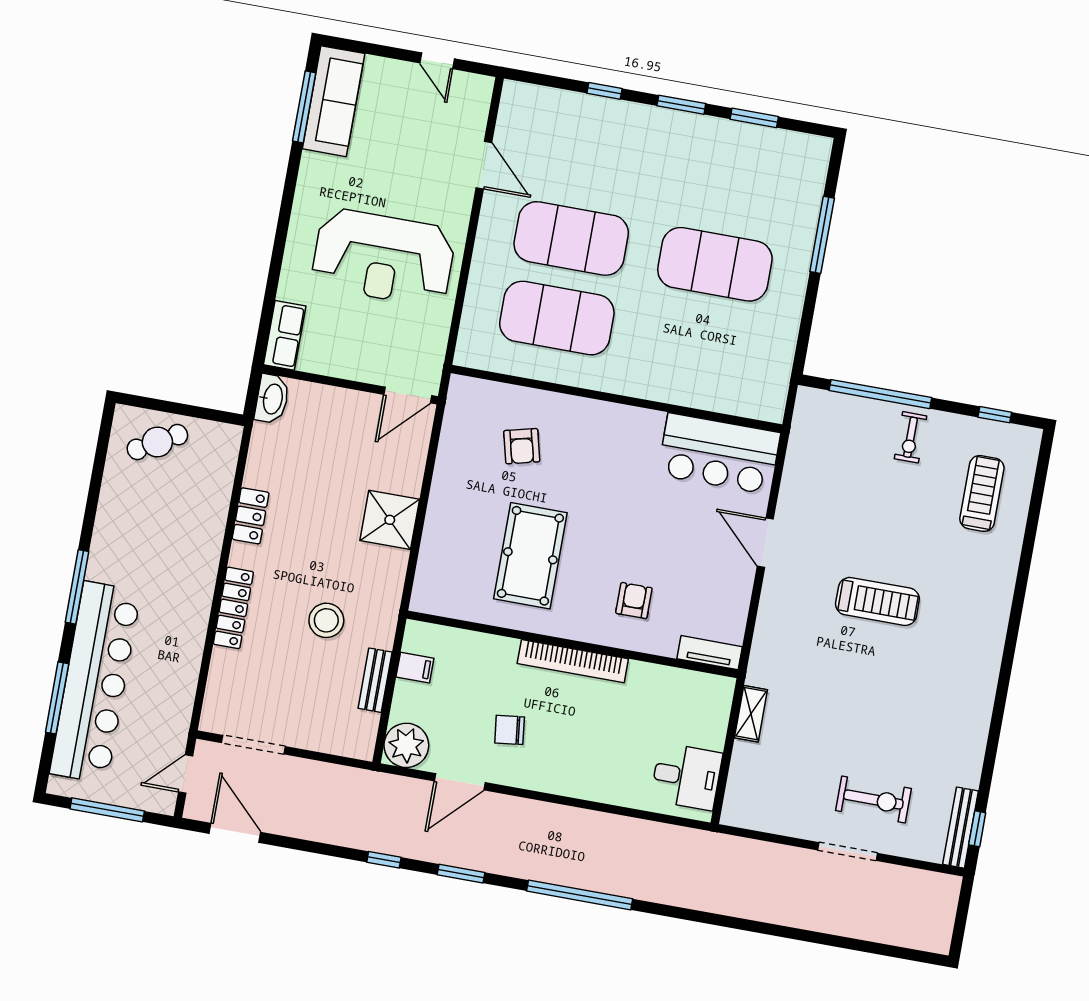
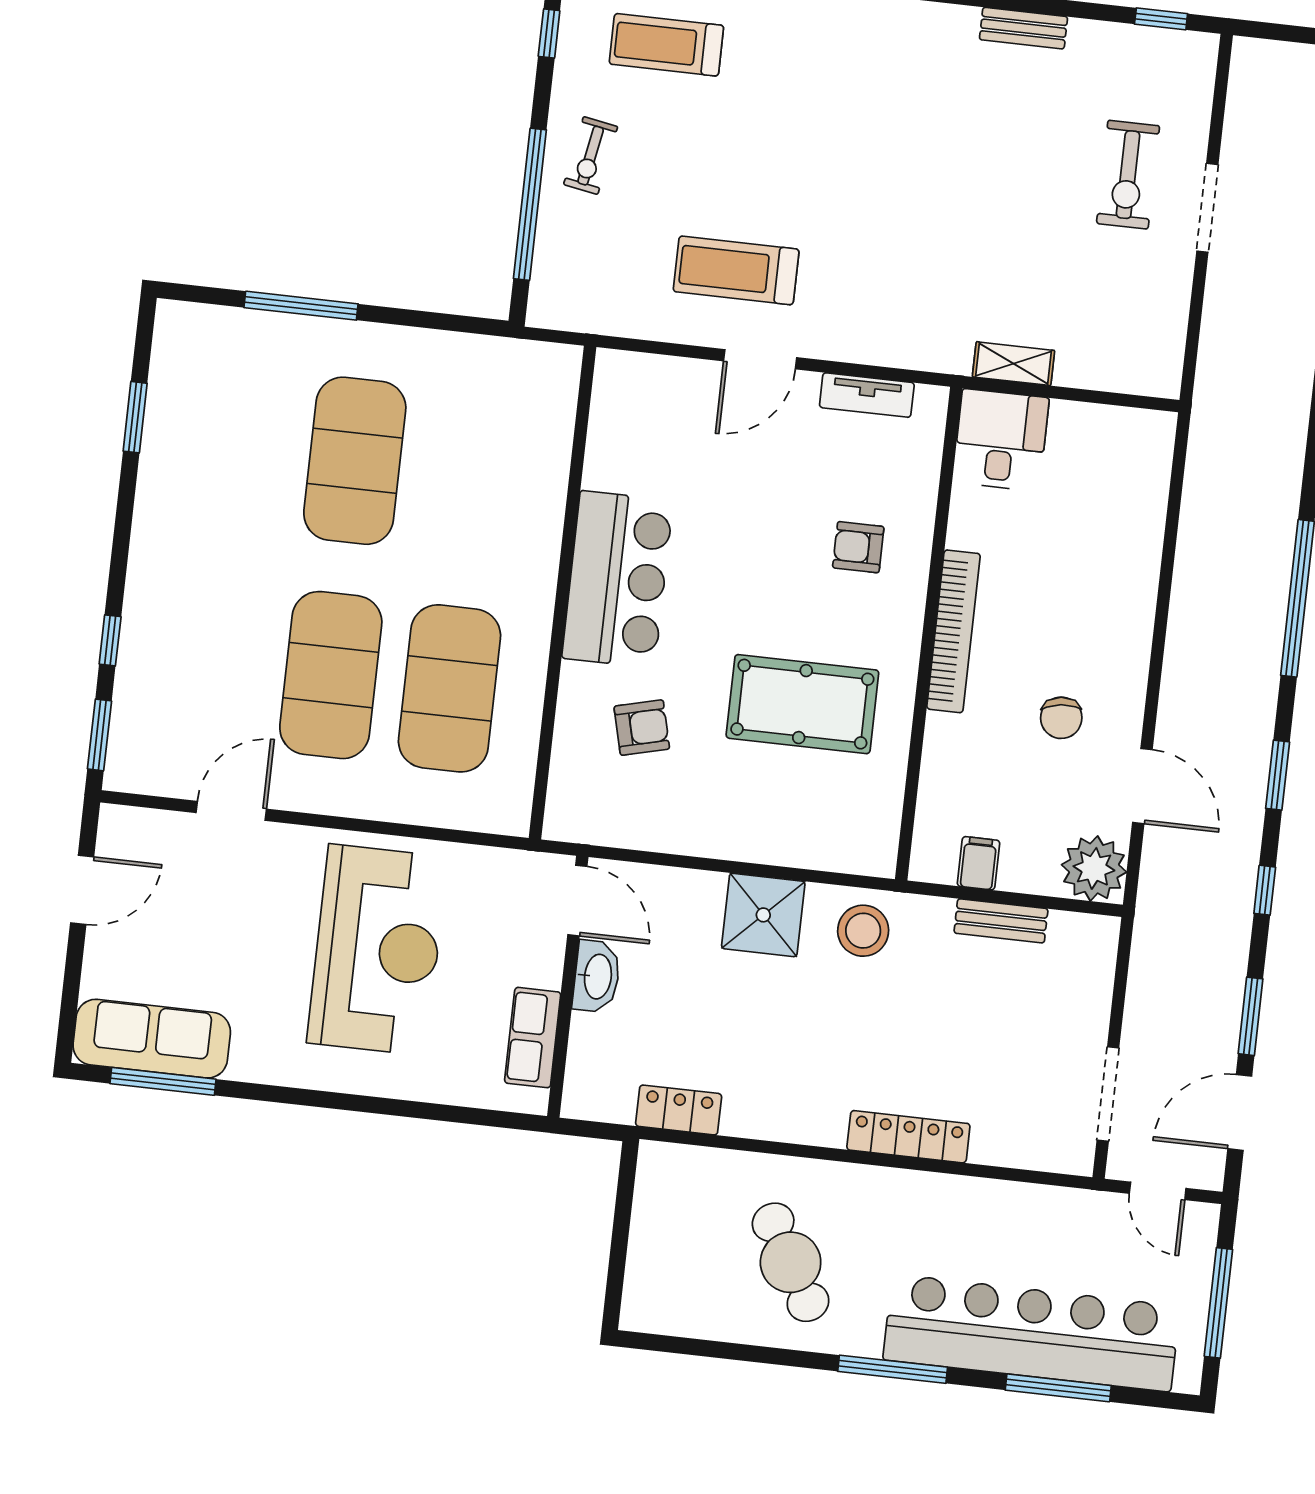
door: (437, 61) -> (82, 890), width x1.38
window: (681, 105) -> (99, 735), moved
row of seats: (285, 335) -> (533, 1038), moved, turned -90
washbasin: (272, 399) -> (597, 976), moved, turned 90
exercise bike: (910, 437) -> (591, 156), turned 100
cafe table: (157, 442) -> (791, 1262), moved, width x1.37, depth x1.35
bar counter: (719, 454) -> (617, 579), moved
locker: (251, 516) -> (679, 1110), moved
treadmill: (877, 601) -> (736, 270), moved, turned -90
stool: (326, 620) -> (863, 931), moved
tv unit: (710, 653) -> (867, 395), moved, turned -90
desk: (686, 777) -> (1001, 440), moved
exercise bike: (873, 800) -> (1128, 175), turned 180
bench: (961, 828) -> (1023, 28), moved, width x0.73
window: (299, 845) -> (1251, 1016), added

